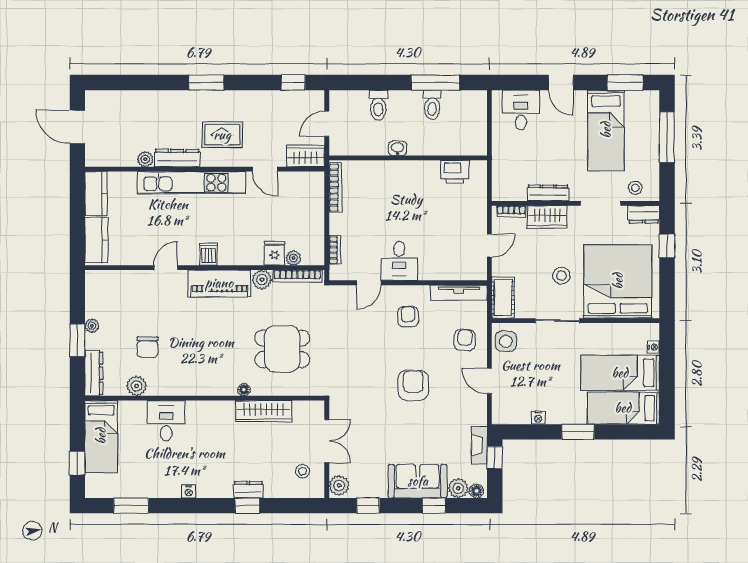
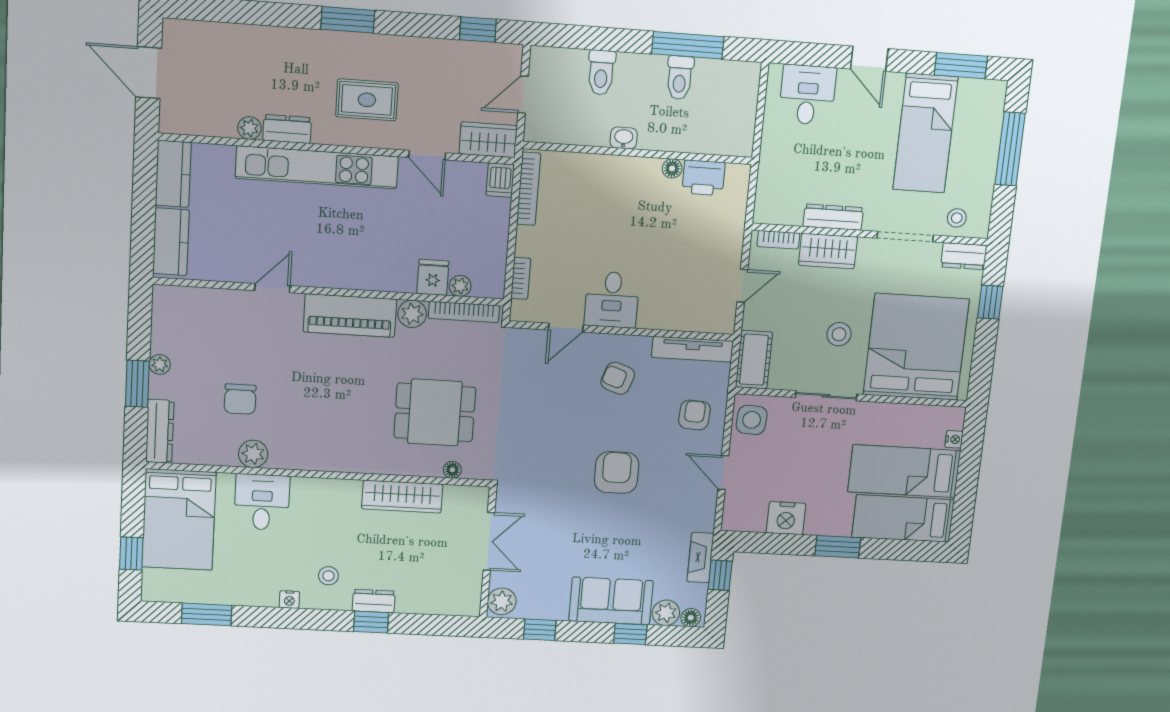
dresser: (177, 158) -> (287, 129), width x0.70
floor lamp: (433, 167) -> (672, 168), added
dishwasher: (209, 254) -> (500, 180), moved, turned 180
armchair: (408, 317) -> (618, 378), turned -71
plant: (137, 386) -> (253, 454), moved
floor lamp: (244, 390) -> (452, 470), moved
nightstand: (538, 418) -> (786, 518), width x1.89, depth x1.79
bed: (101, 436) -> (179, 520), width x1.50
stool: (303, 471) -> (328, 576), moved

